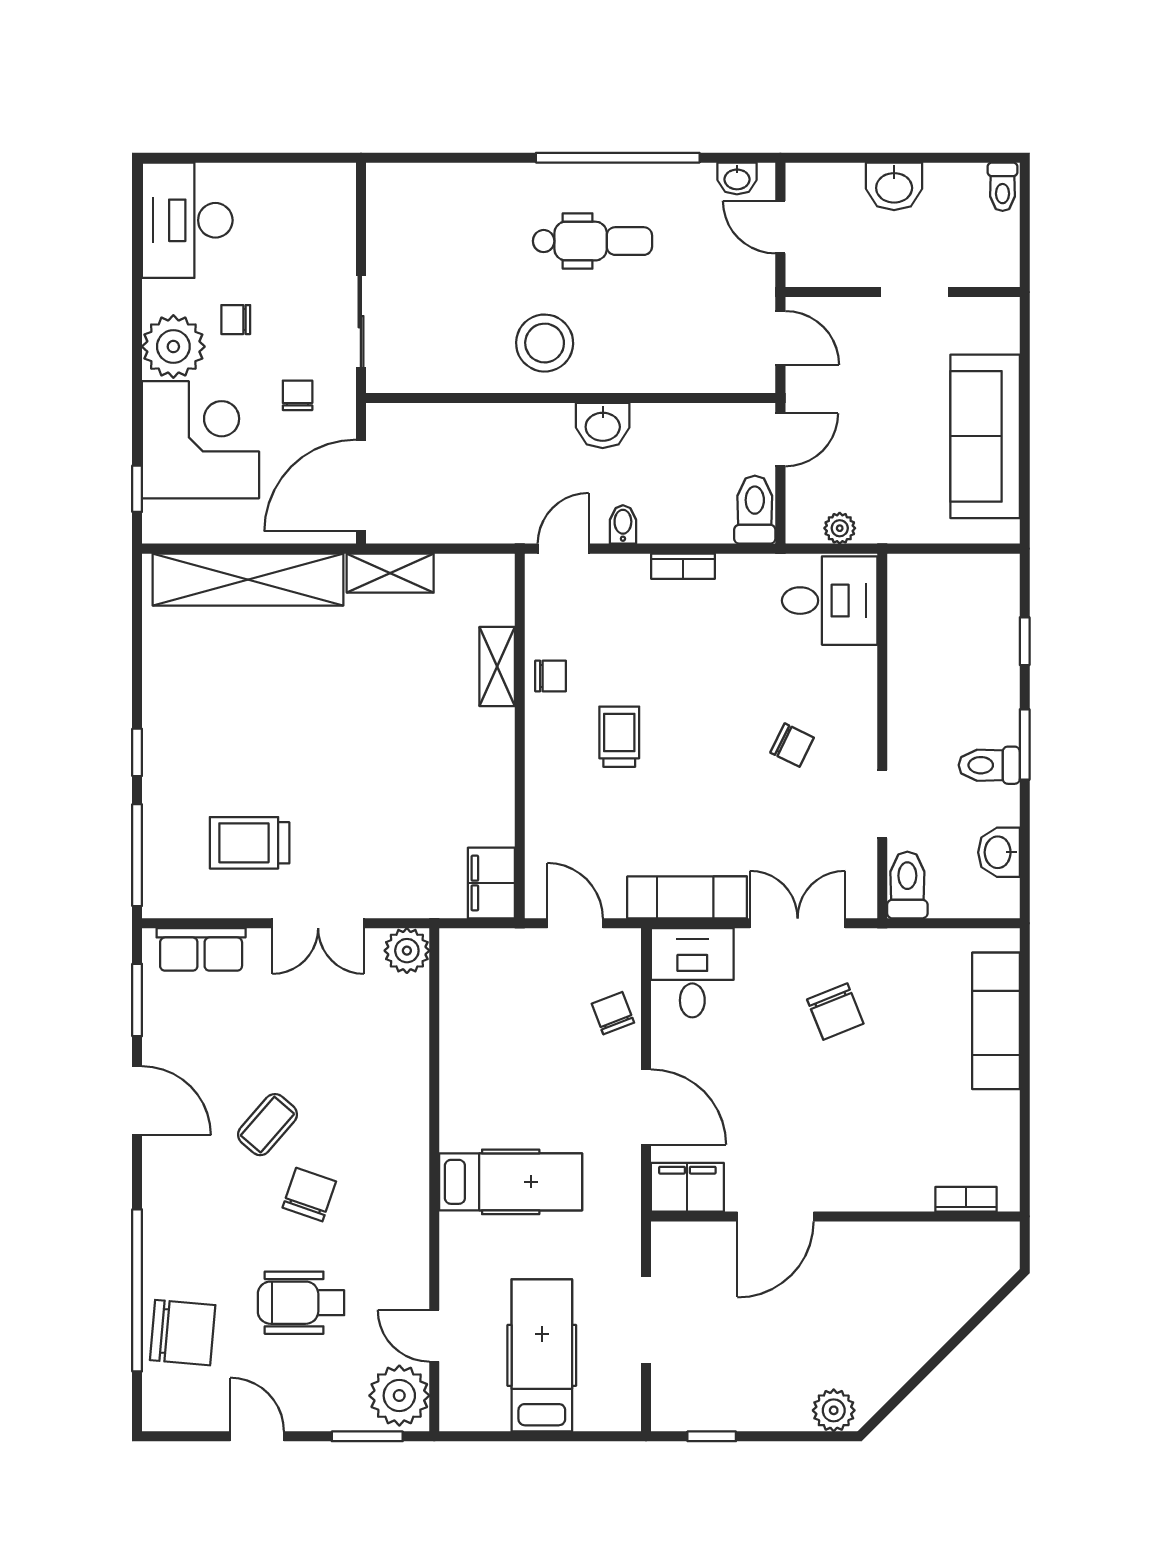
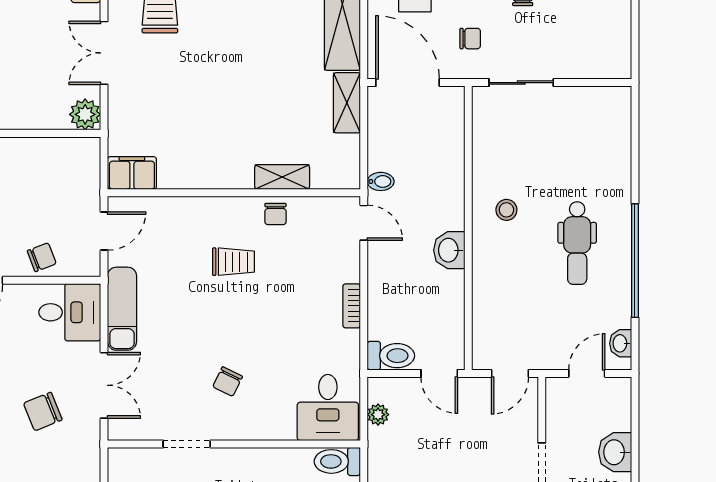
stool: (545, 343) -> (506, 210), width x0.53, depth x0.53
bidet: (623, 524) -> (381, 181), moved
toilet: (907, 885) -> (337, 461), moved, turned 180

